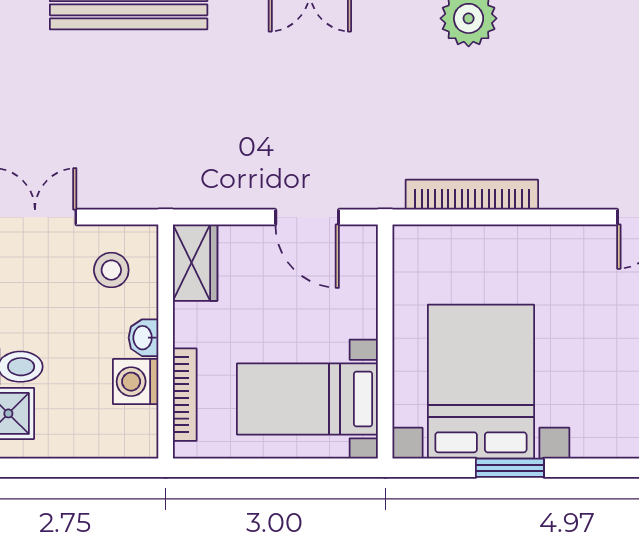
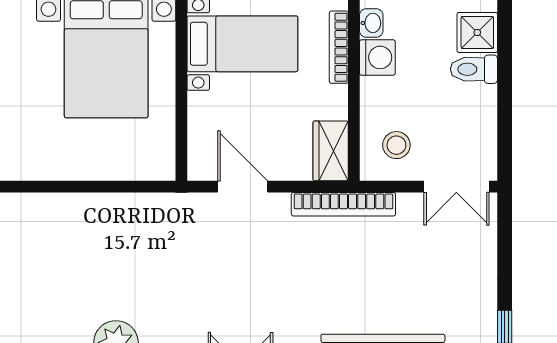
bookcase: (472, 195) -> (343, 204), moved
washbasin: (143, 338) -> (371, 23), moved

